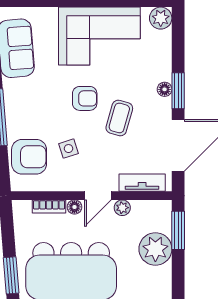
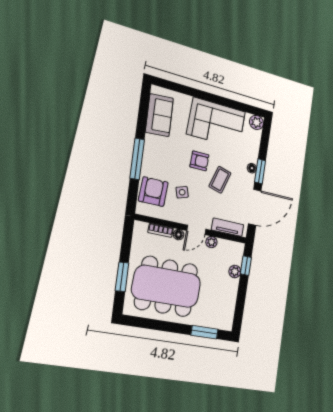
armchair: (29, 157) -> (153, 192), turned -90
window: (178, 230) -> (246, 266), width x0.67
plant: (155, 249) -> (235, 272), width x0.53, depth x0.53

